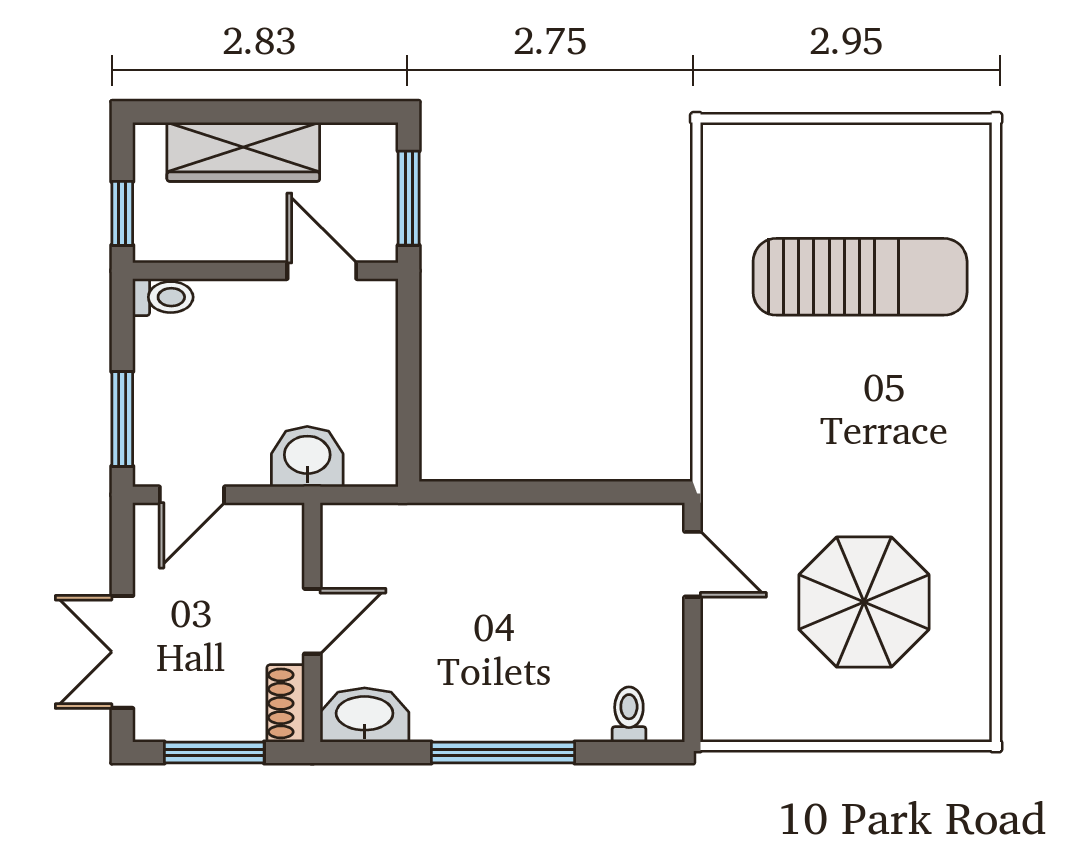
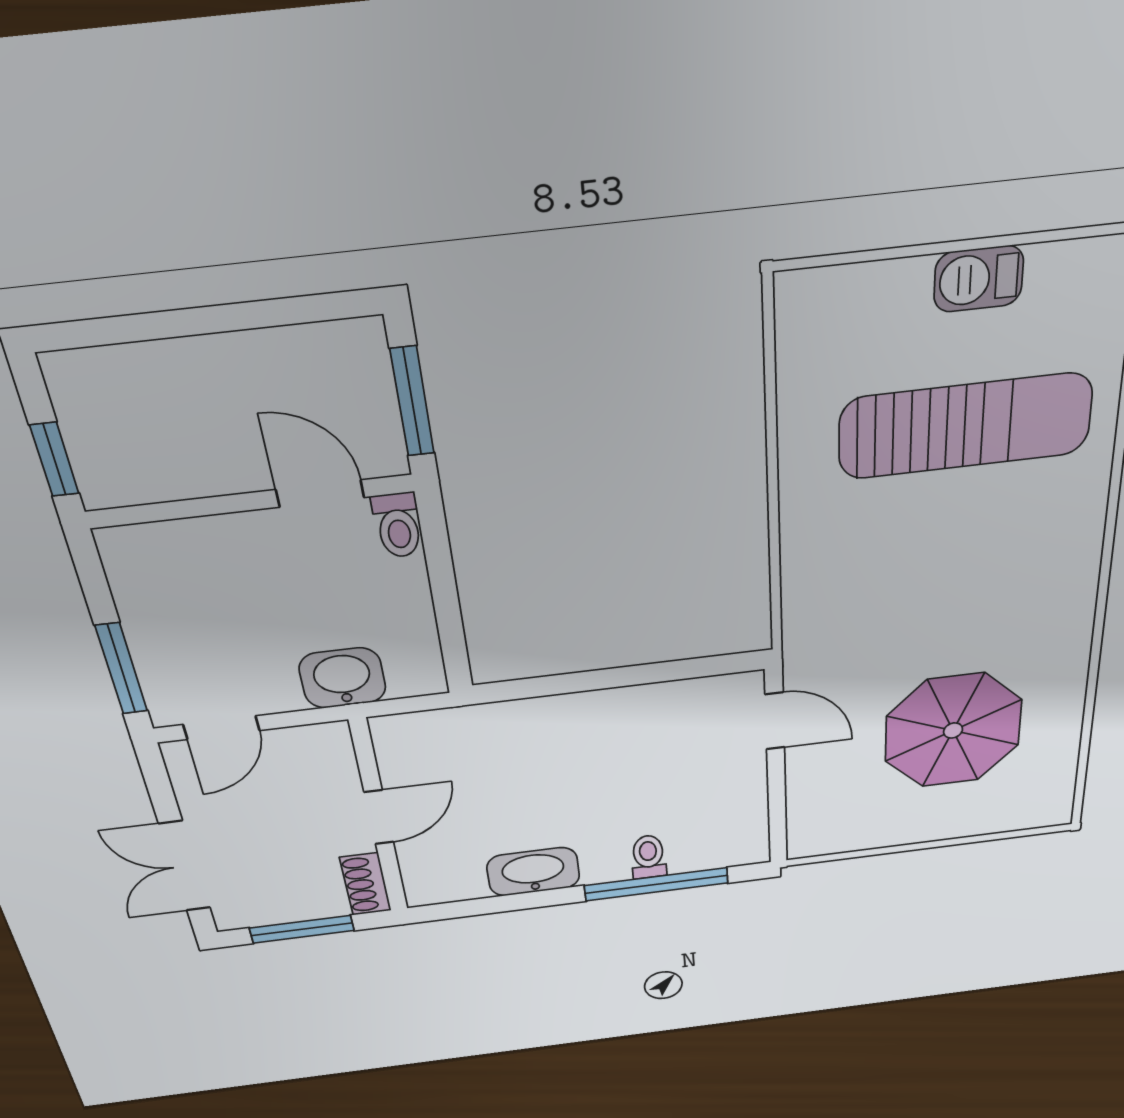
barbecue: (865, 147) -> (979, 279), added
wardrobe: (243, 152) -> (190, 372), removed
toilet: (163, 297) -> (398, 525), moved, turned 90
toilet: (629, 714) -> (648, 857), moved
washbasin: (365, 715) -> (533, 872), moved
window: (503, 752) -> (656, 884), moved

